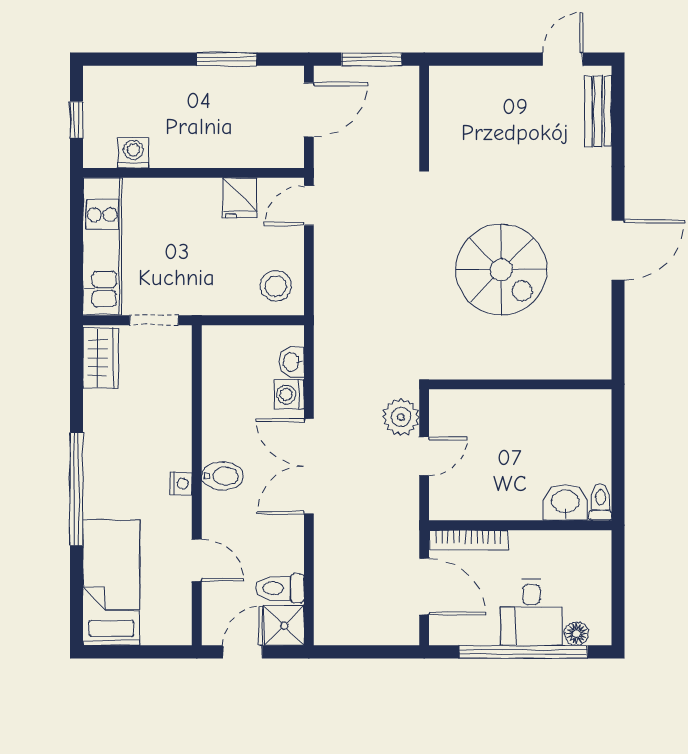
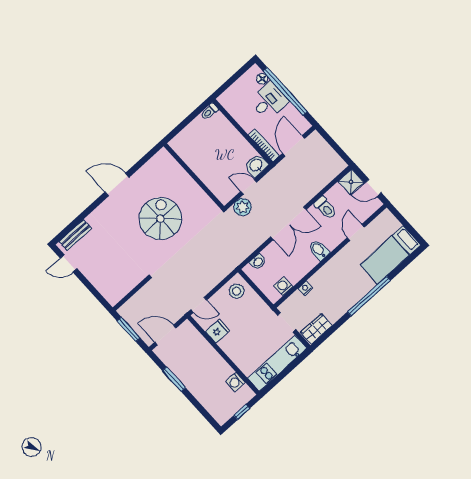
washing machine: (289, 395) -> (283, 286), moved, turned 180
nightstand: (181, 484) -> (306, 288), moved
washbasin: (565, 502) -> (256, 165), moved, turned 90
toilet: (280, 588) -> (325, 208), moved

